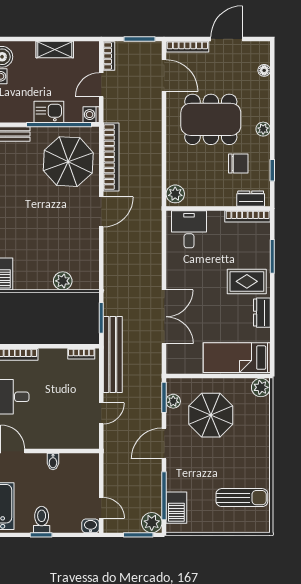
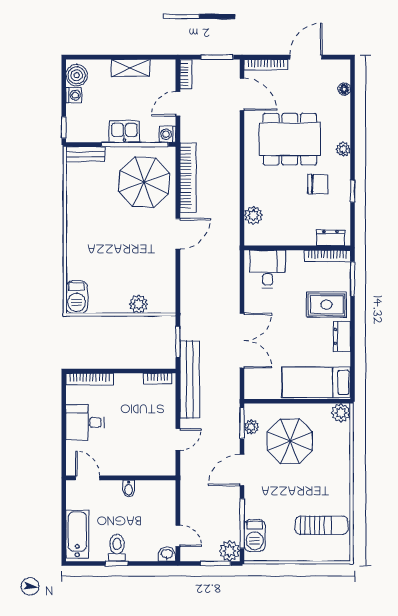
dresser: (251, 199) -> (330, 238), moved
wall: (218, 208) -> (297, 248), moved
bookcase: (248, 216) -> (327, 256), moved
desk: (189, 229) -> (268, 269), moved

